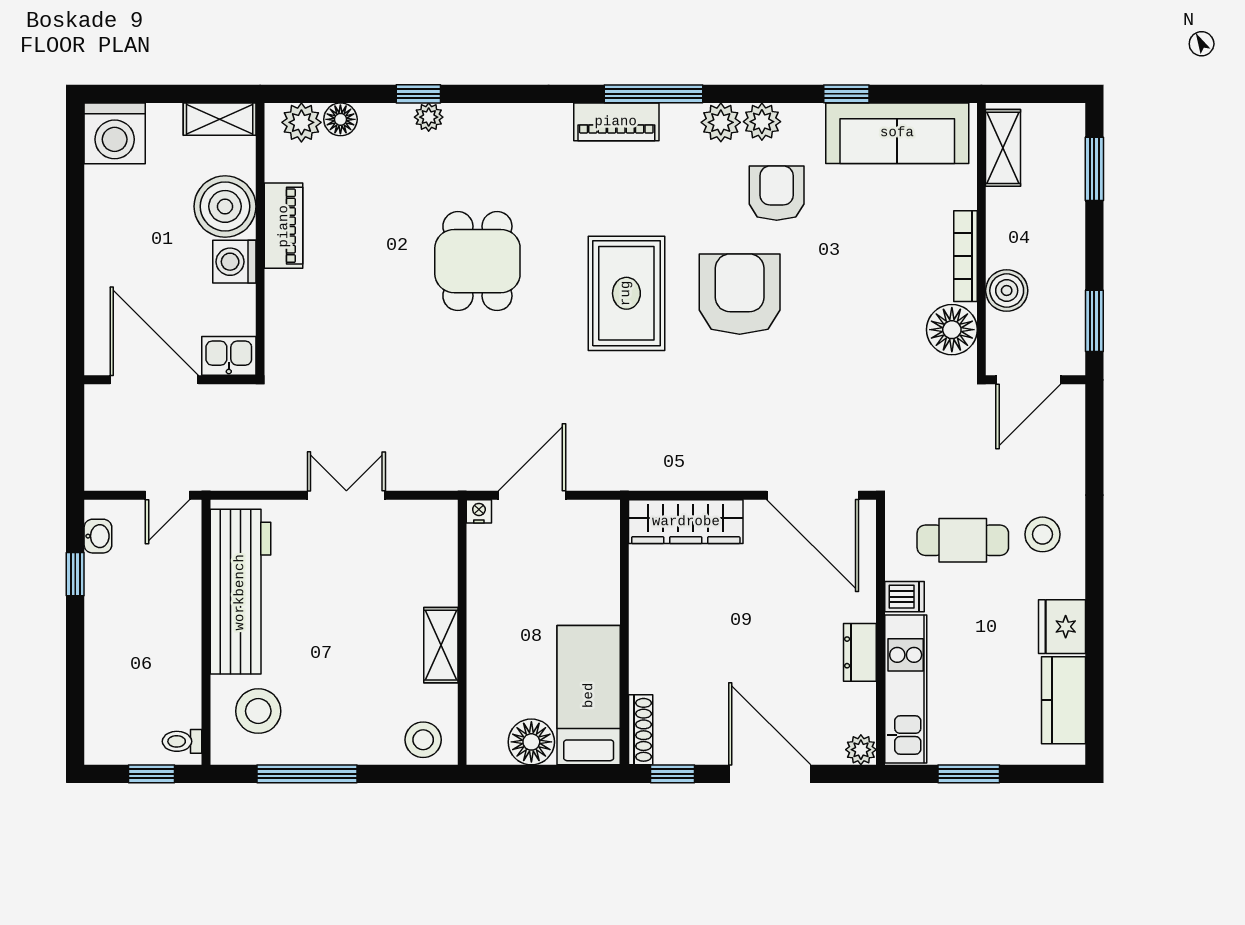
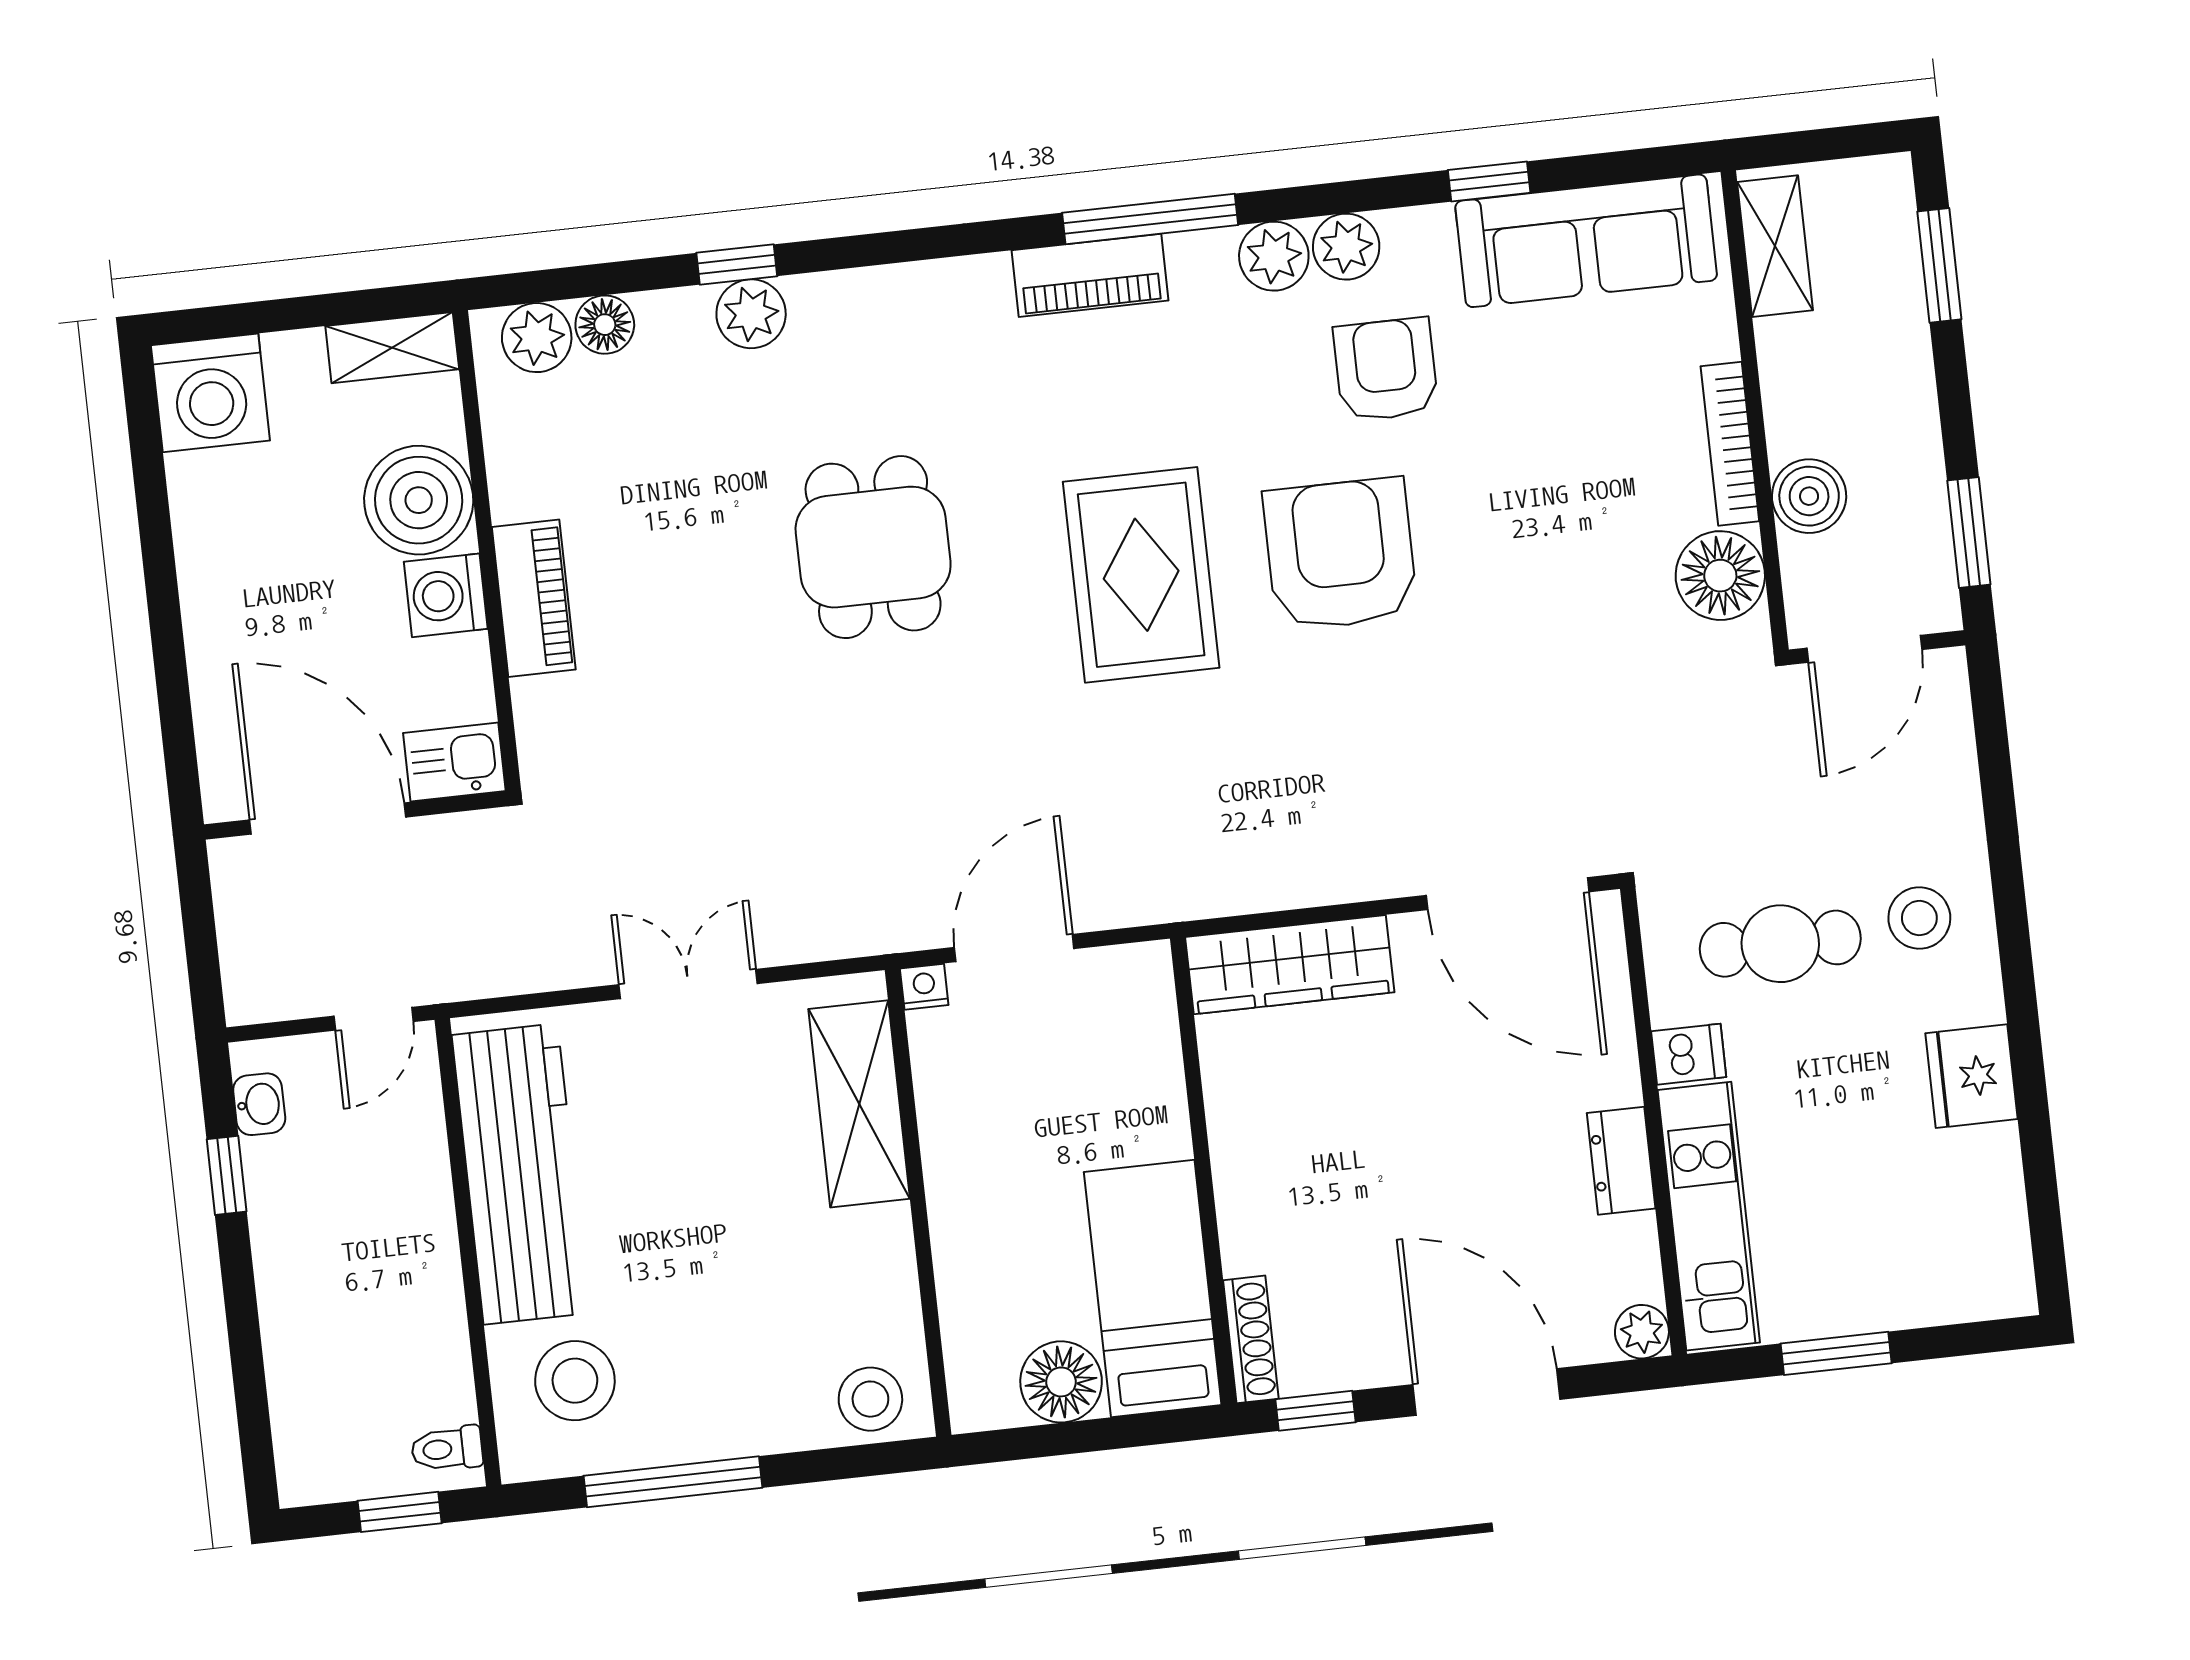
plant: (429, 117) -> (751, 314), width x1.38, depth x1.38
piano: (284, 226) -> (534, 598), moved
shelving: (441, 645) -> (859, 1104), moved, width x1.50, depth x1.33
kitchen counter: (1063, 700) -> (1988, 1205), removed

